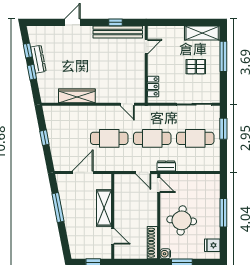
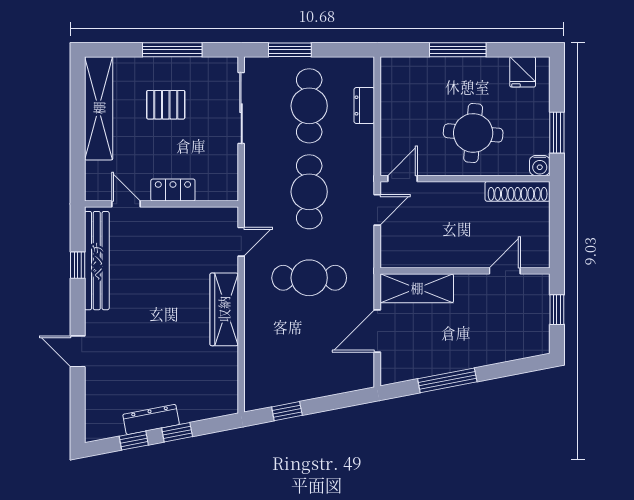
shelving: (202, 33) -> (99, 108), width x1.47
window: (223, 56) -> (172, 50), moved
pallet: (196, 67) -> (166, 105), turned 90
locker: (153, 86) -> (173, 190), moved
wardrobe: (77, 96) -> (224, 309), moved
window: (44, 138) -> (287, 411), moved
cafe table: (109, 138) -> (309, 278), turned 90
dresser: (166, 166) -> (364, 106), moved
door: (83, 172) -> (377, 331), hinge flipped
shelving: (104, 208) -> (417, 288), moved

